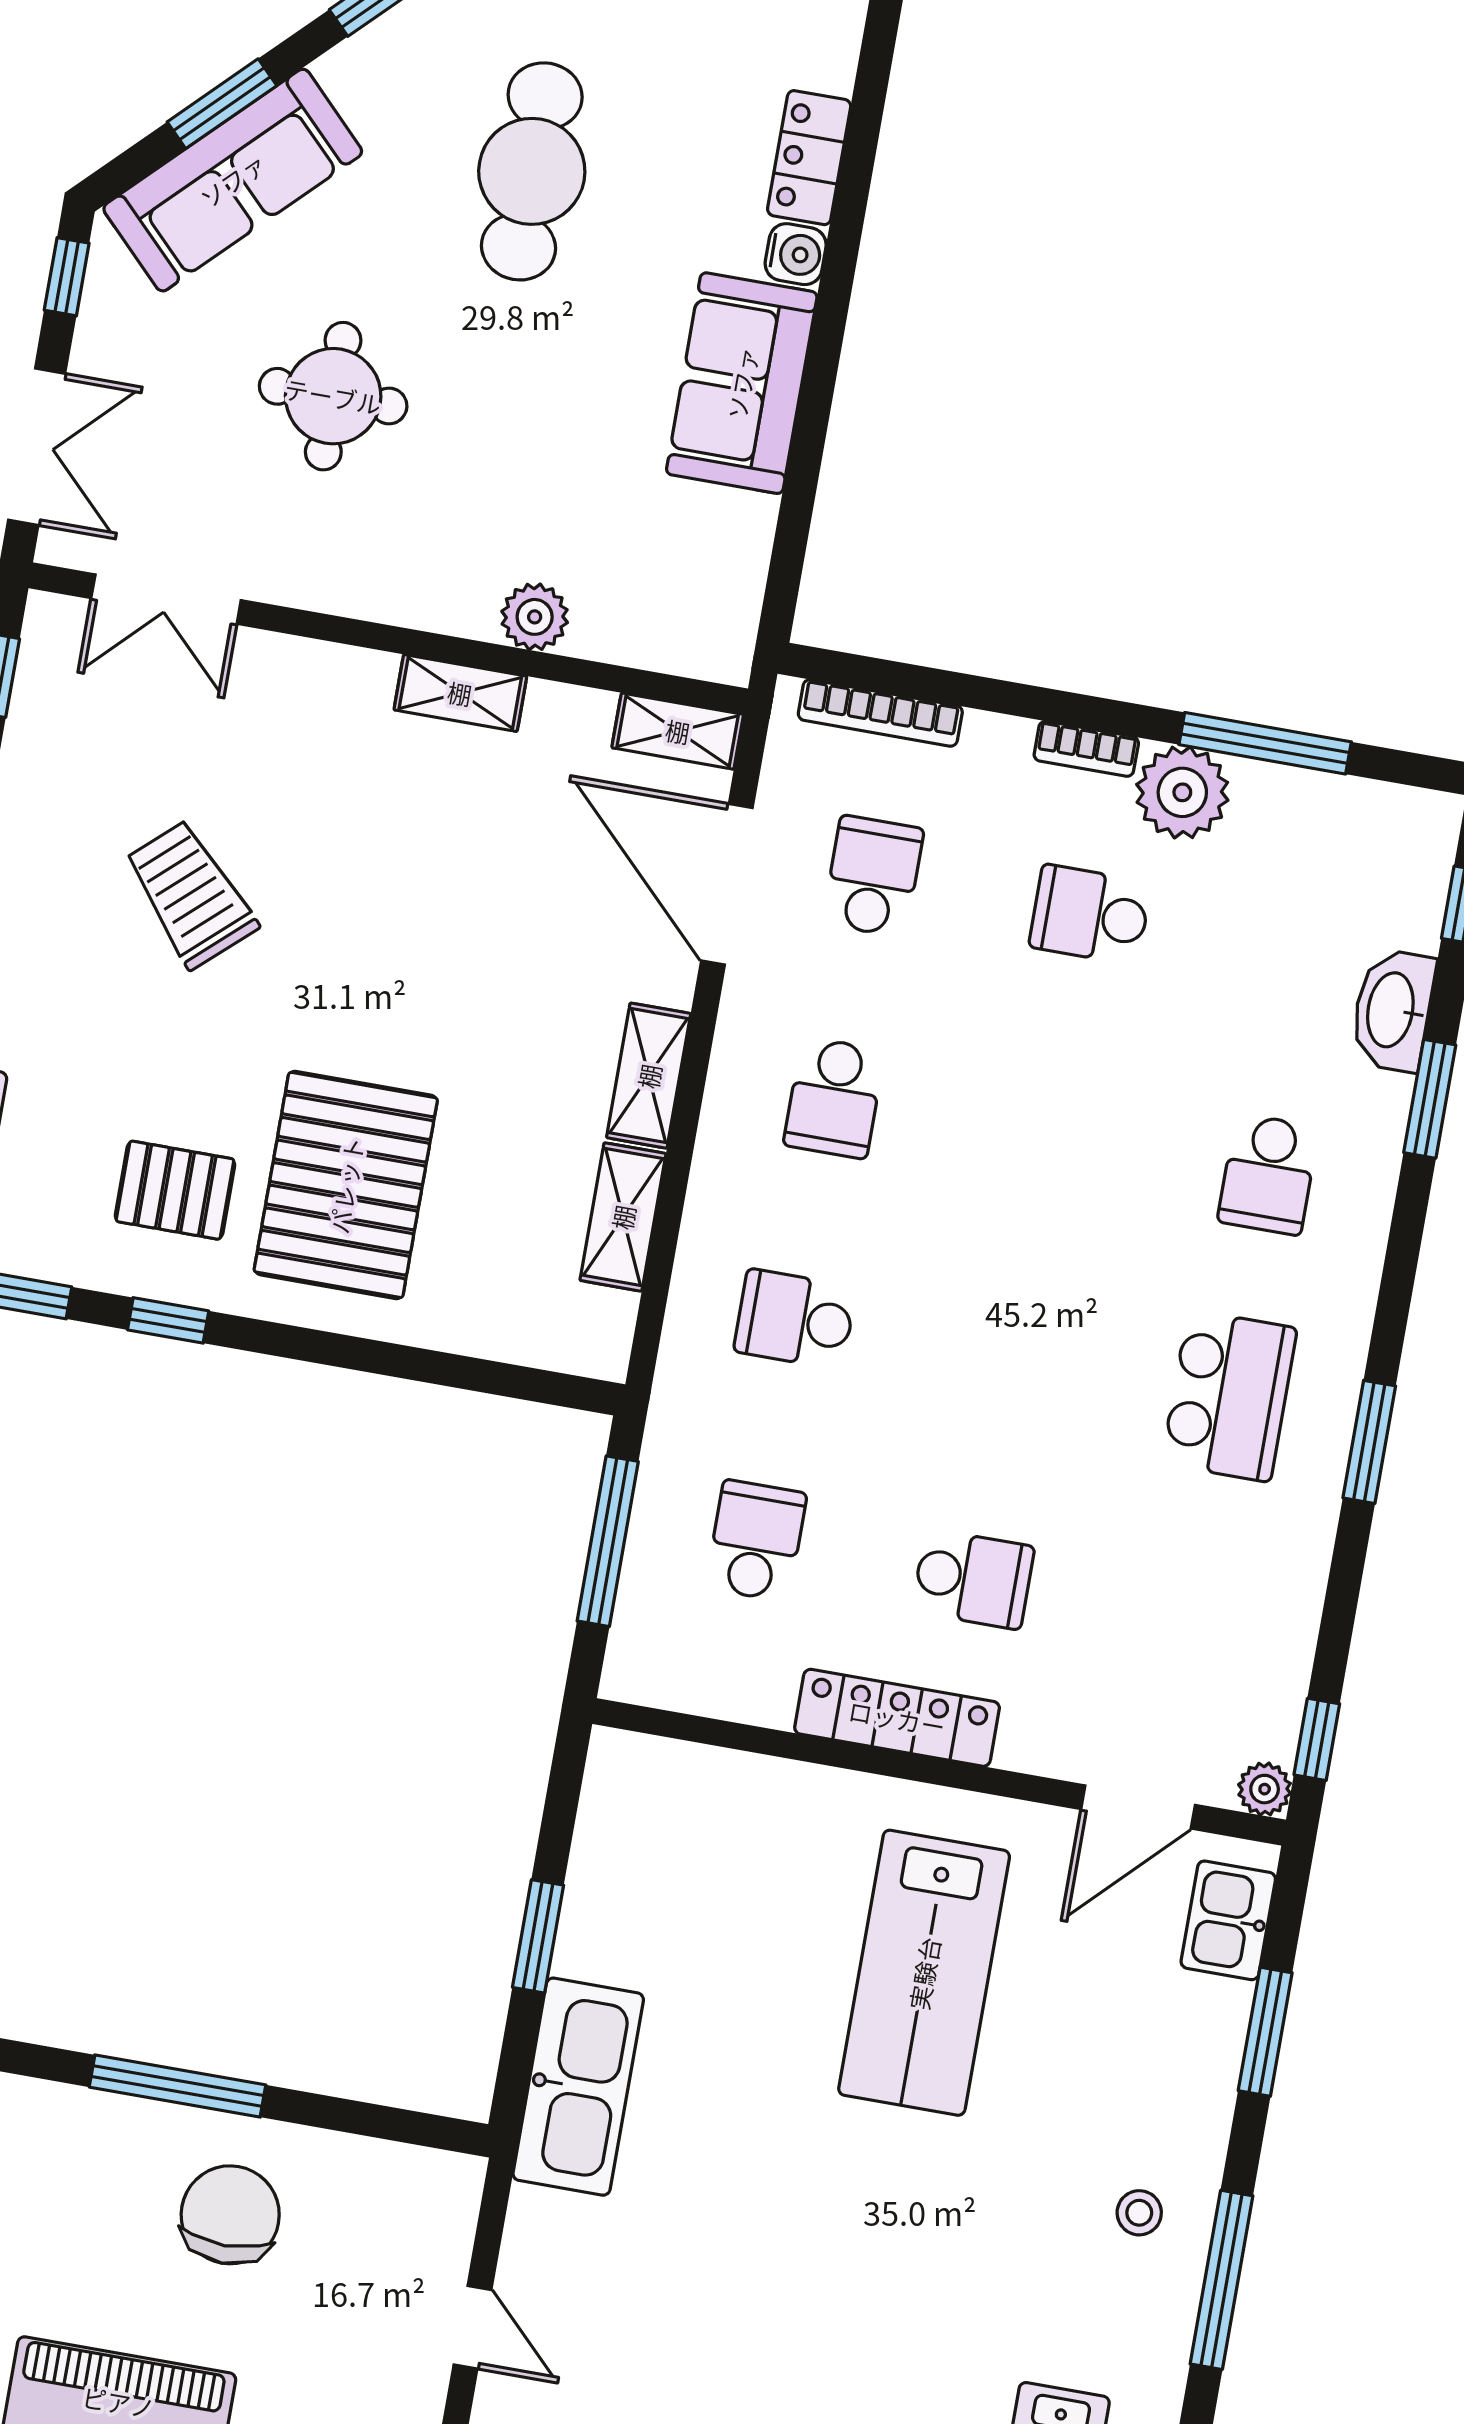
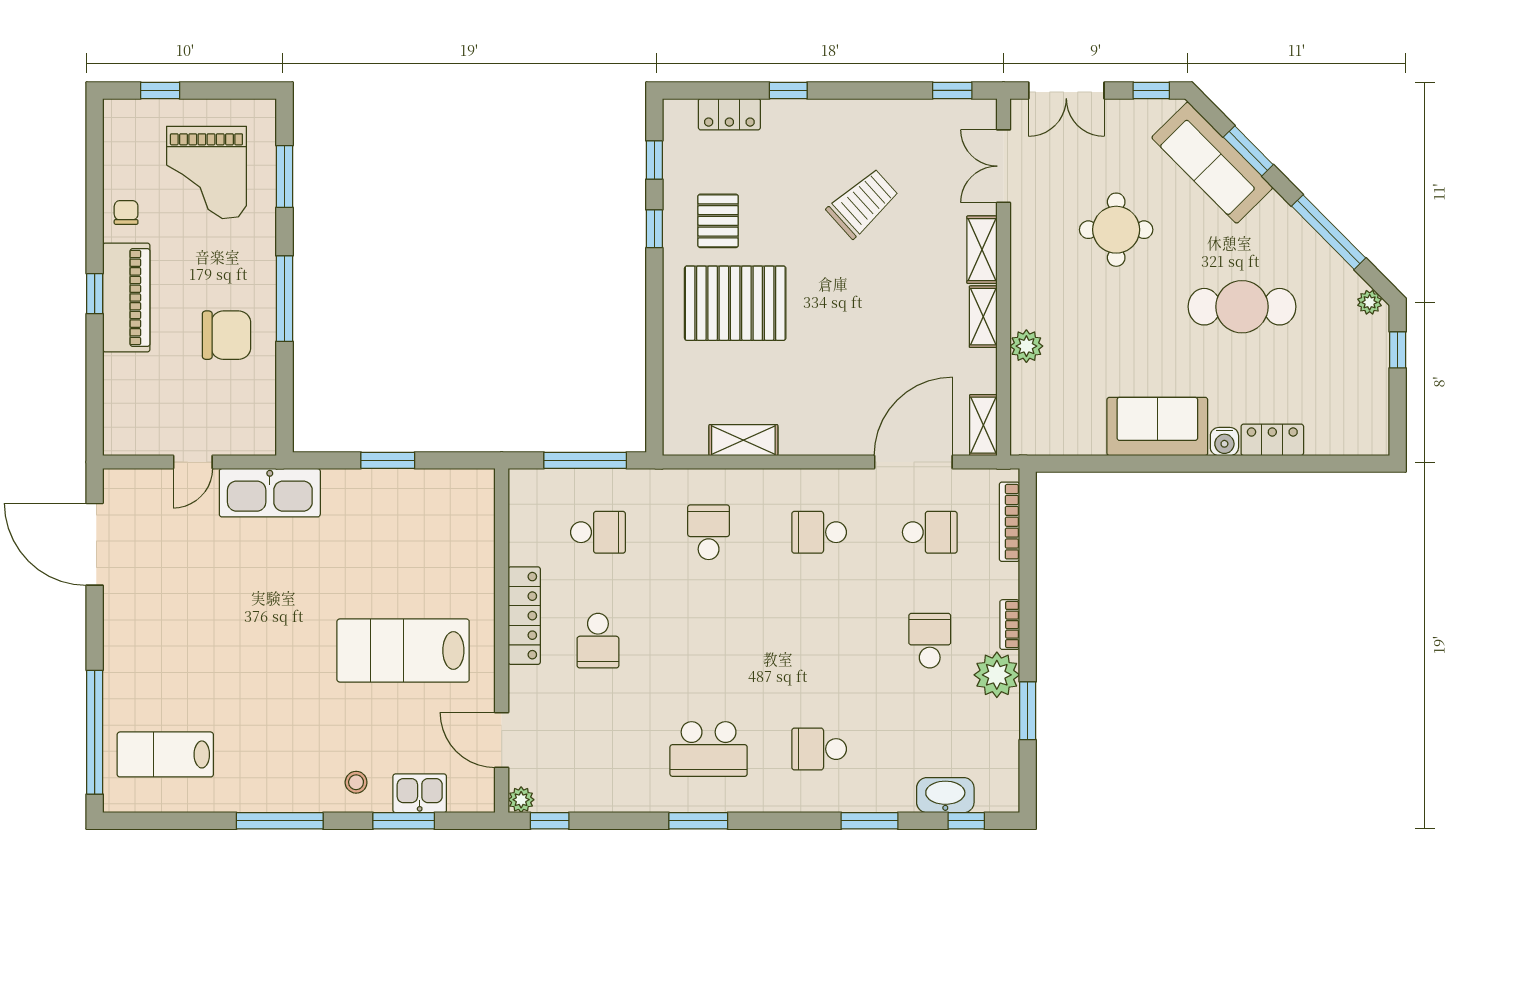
window: (1265, 743) -> (1028, 711), width x0.69
washbasin: (1392, 1010) -> (945, 795), moved
shelving: (649, 1076) -> (982, 250), moved, turned 90
kitchen sink: (1228, 1920) -> (420, 793), moved
kitchen sink: (578, 2087) -> (270, 493), moved
stool: (1139, 2213) -> (356, 782), moved

